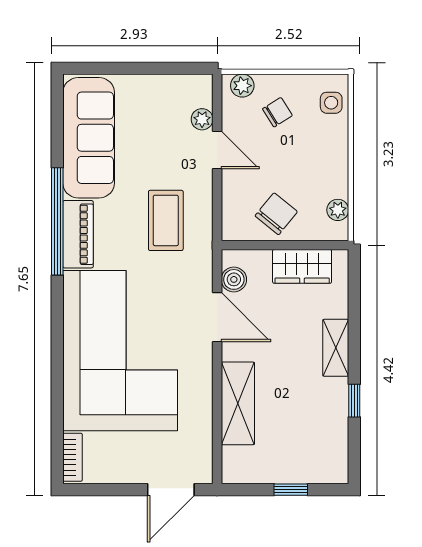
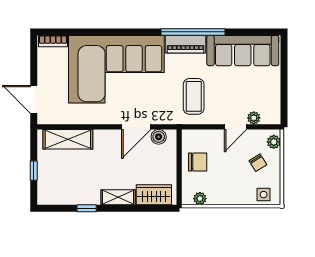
chair: (276, 214) -> (198, 162), turned -39
coffee table: (166, 220) -> (194, 96), turned 90
wardrobe: (302, 266) -> (154, 195), moved, turned 90
shelving: (238, 403) -> (68, 139), moved

